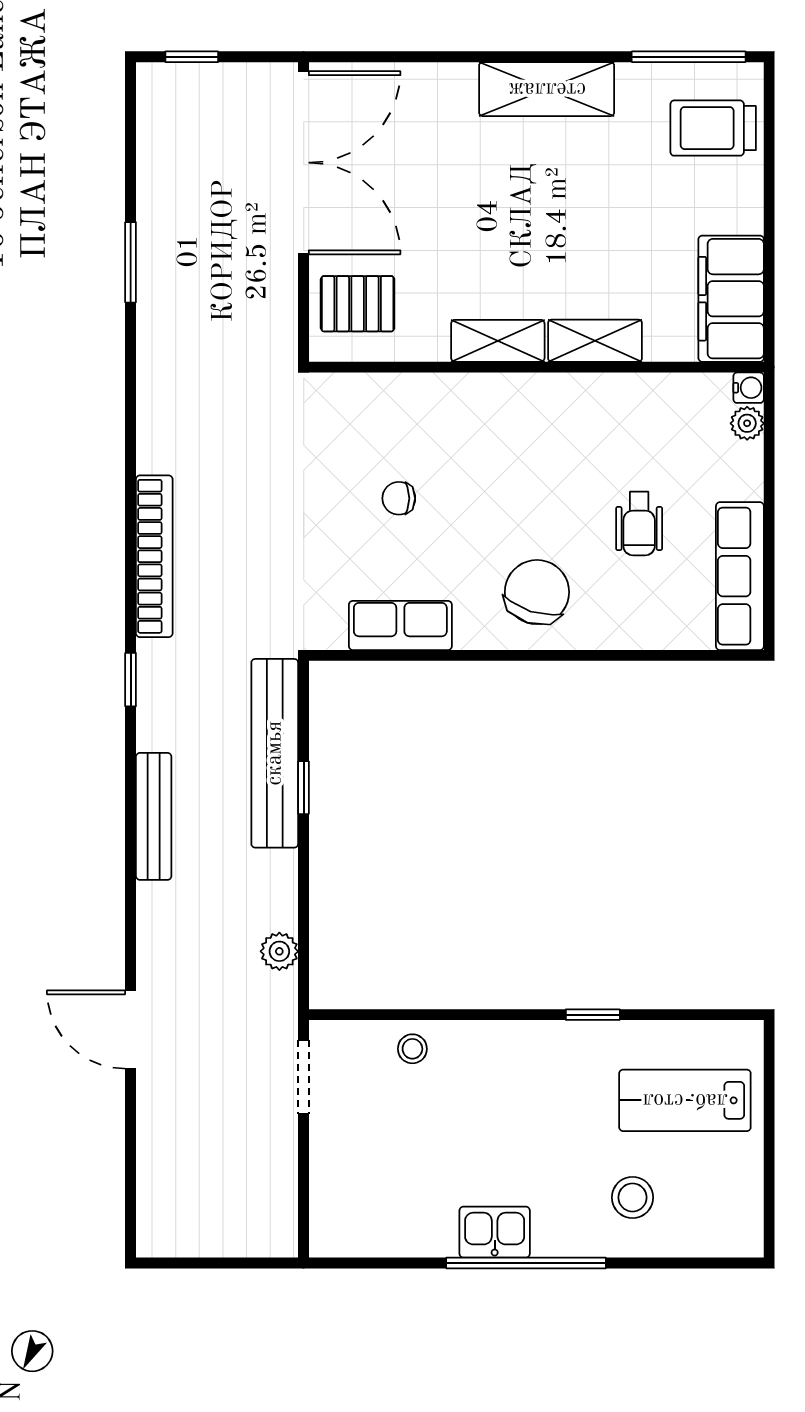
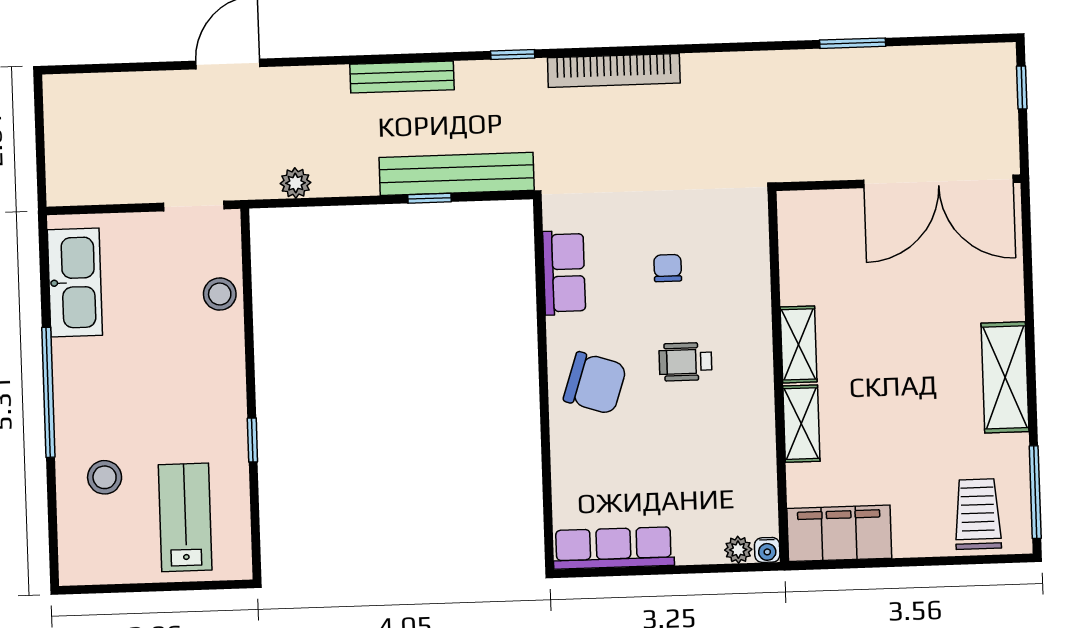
pallet: (358, 304) -> (825, 229), removed
wheelchair: (639, 523) -> (685, 362), moved
stool: (412, 1049) -> (220, 294), width x1.37, depth x1.37
kitchen sink: (495, 1232) -> (75, 283), moved, width x1.88, depth x1.24

